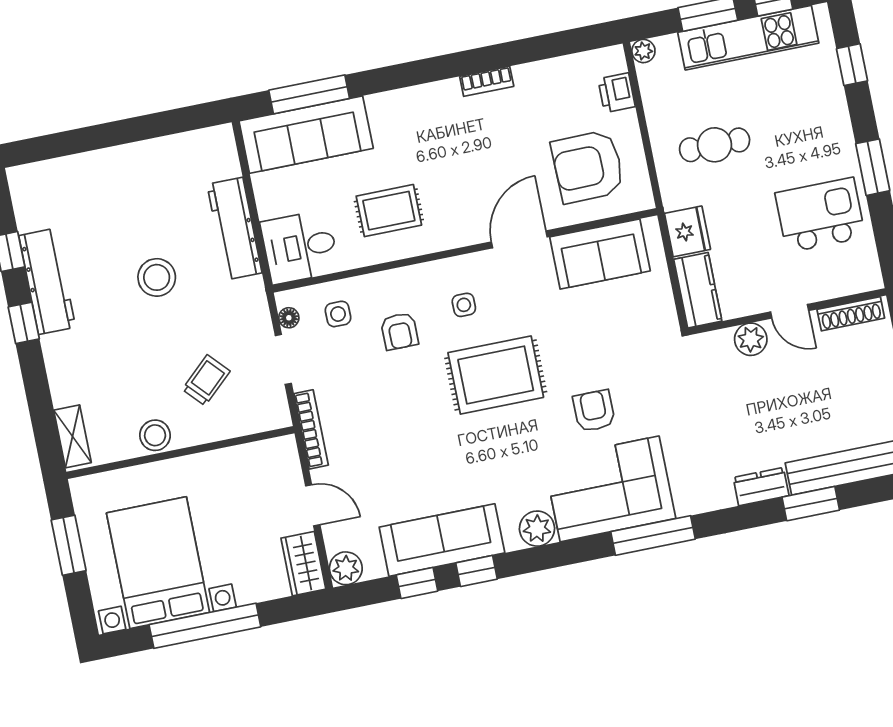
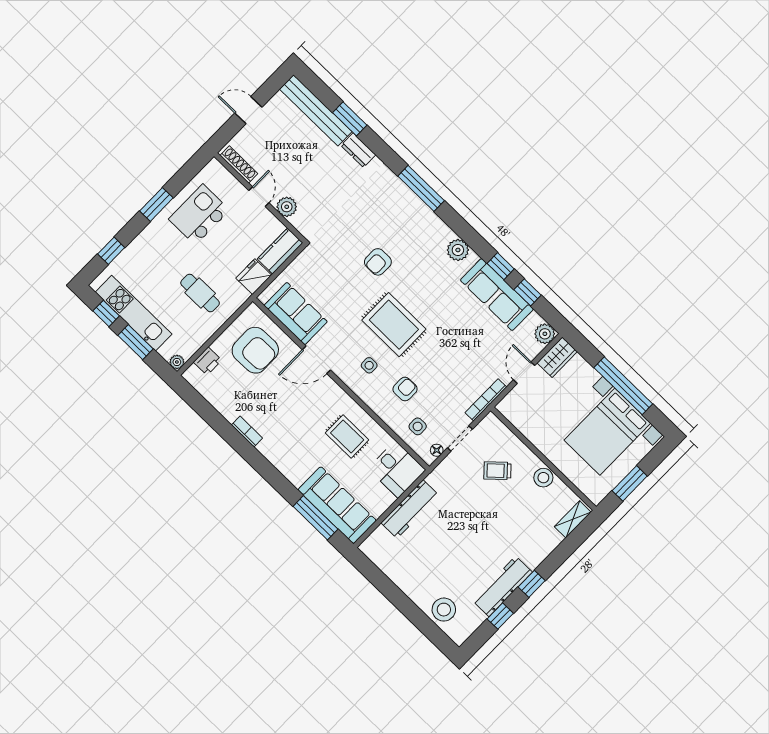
kitchen island: (820, 215) -> (199, 215), turned 90
stool: (157, 277) -> (444, 610), moved
corner sofa: (610, 489) -> (412, 227), removed

